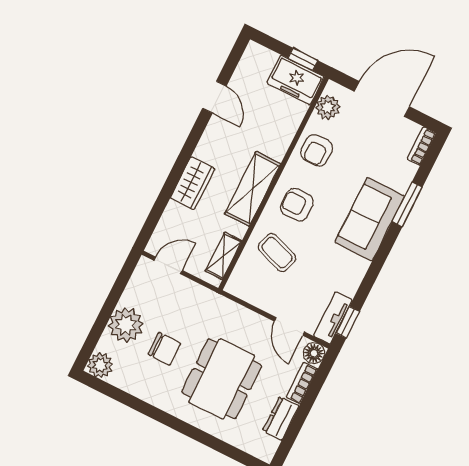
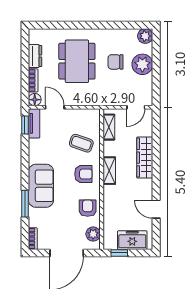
freezer: (296, 80) -> (132, 240), moved
wardrobe: (193, 183) -> (145, 158), width x1.50
shelving: (253, 189) -> (109, 171), width x0.67, depth x0.75

